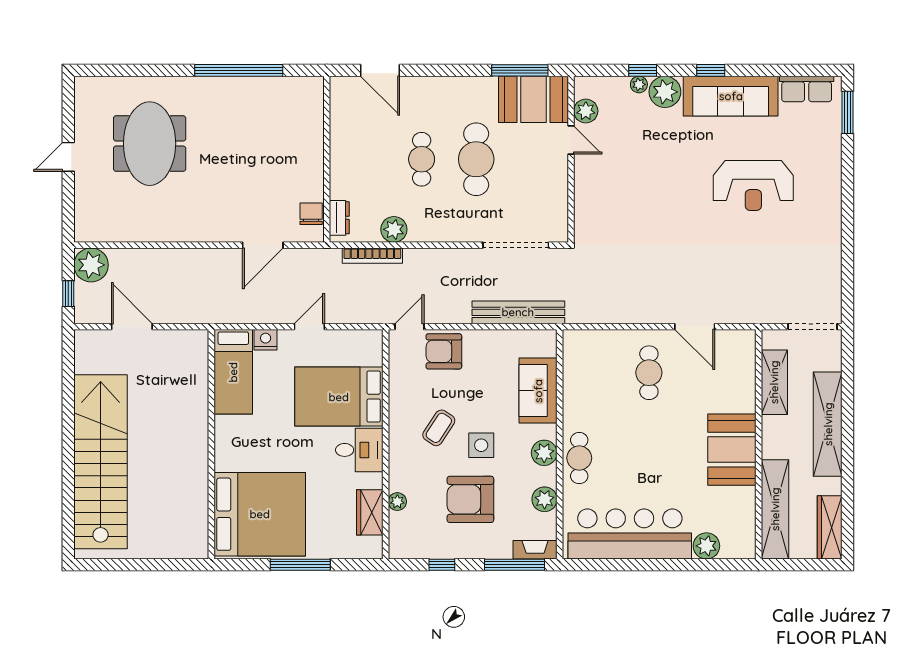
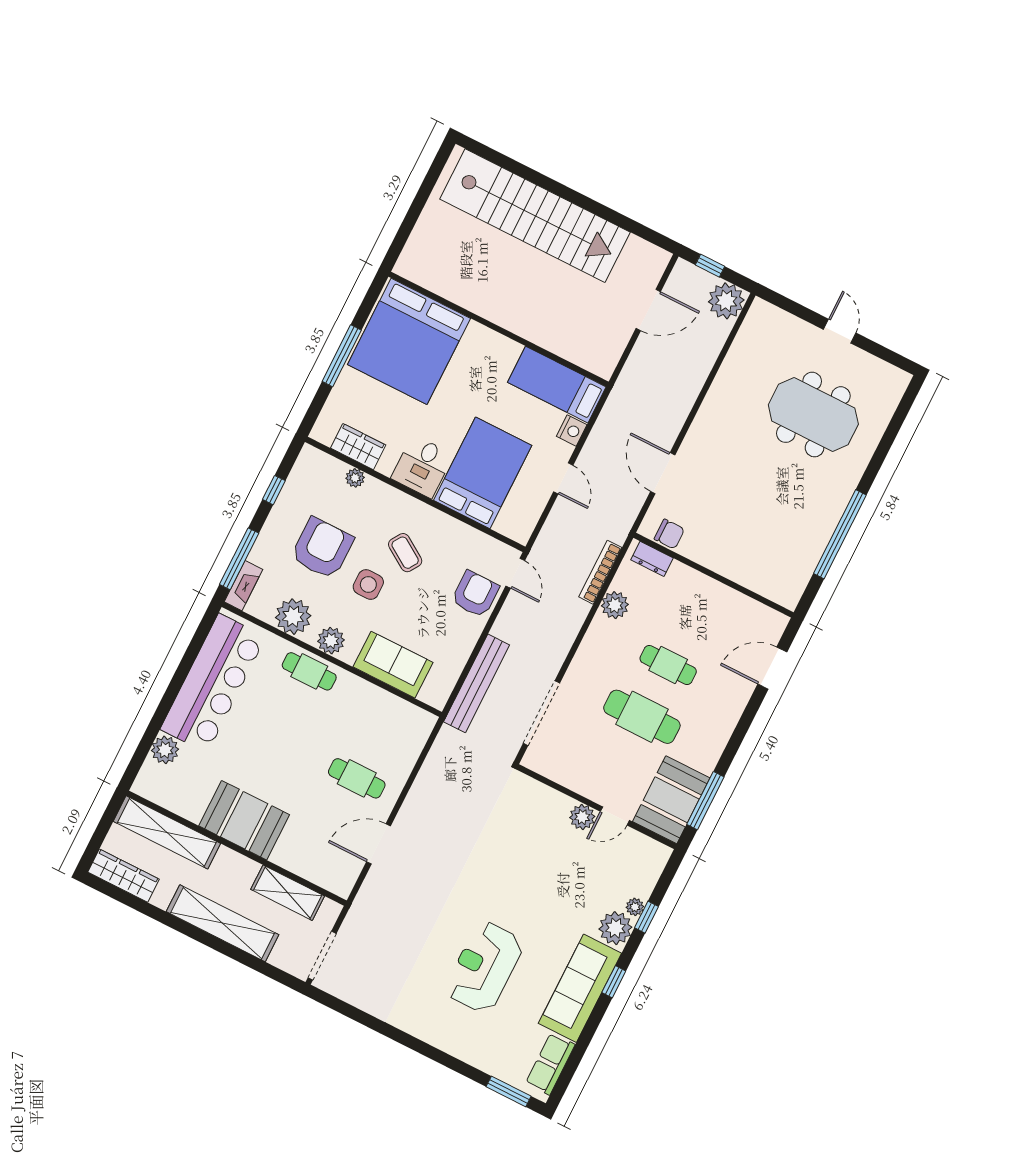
plant: (586, 111) -> (582, 817), moved
plant: (545, 499) -> (293, 617), width x1.36, depth x1.36

